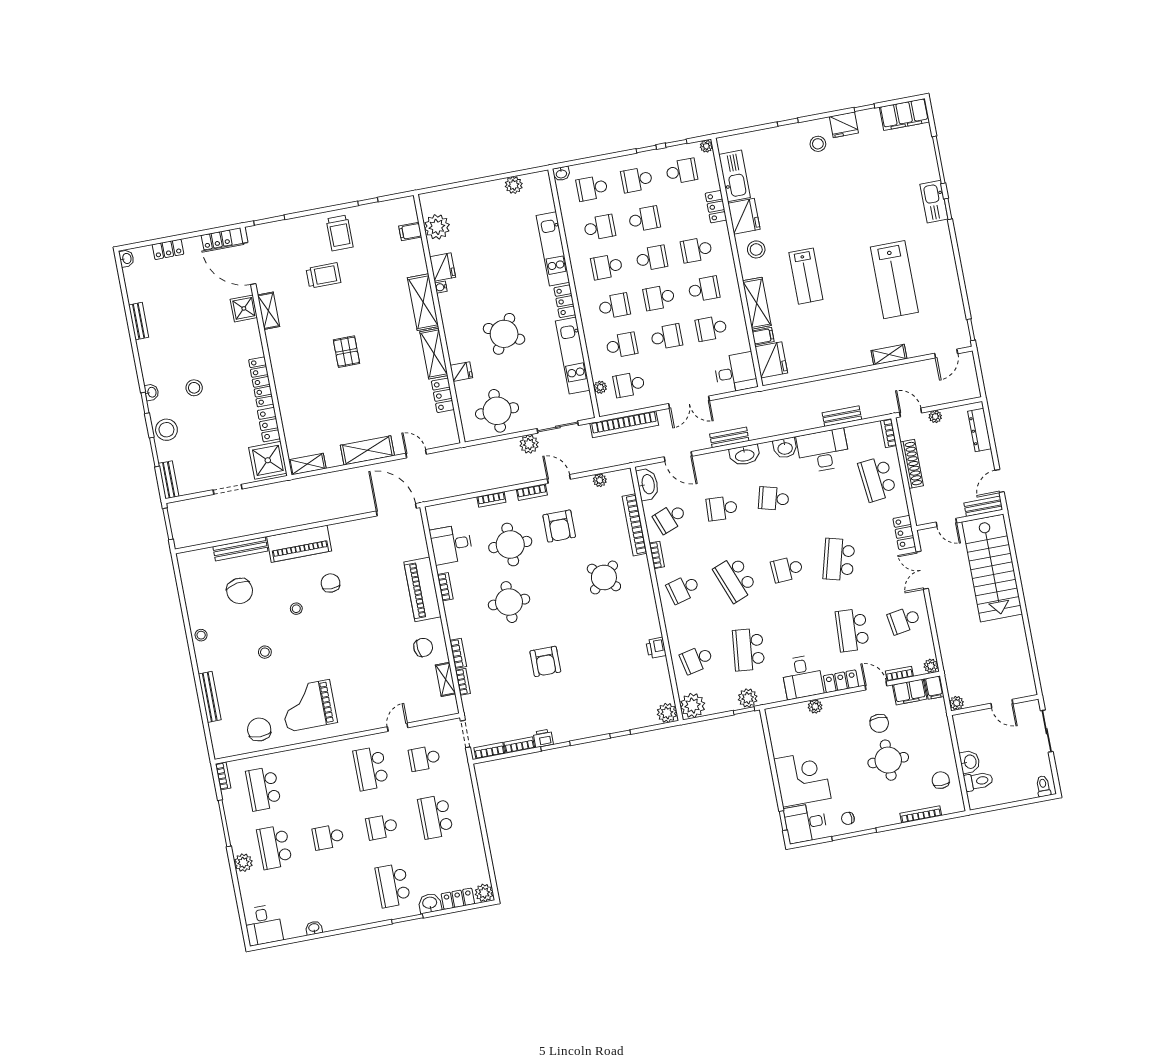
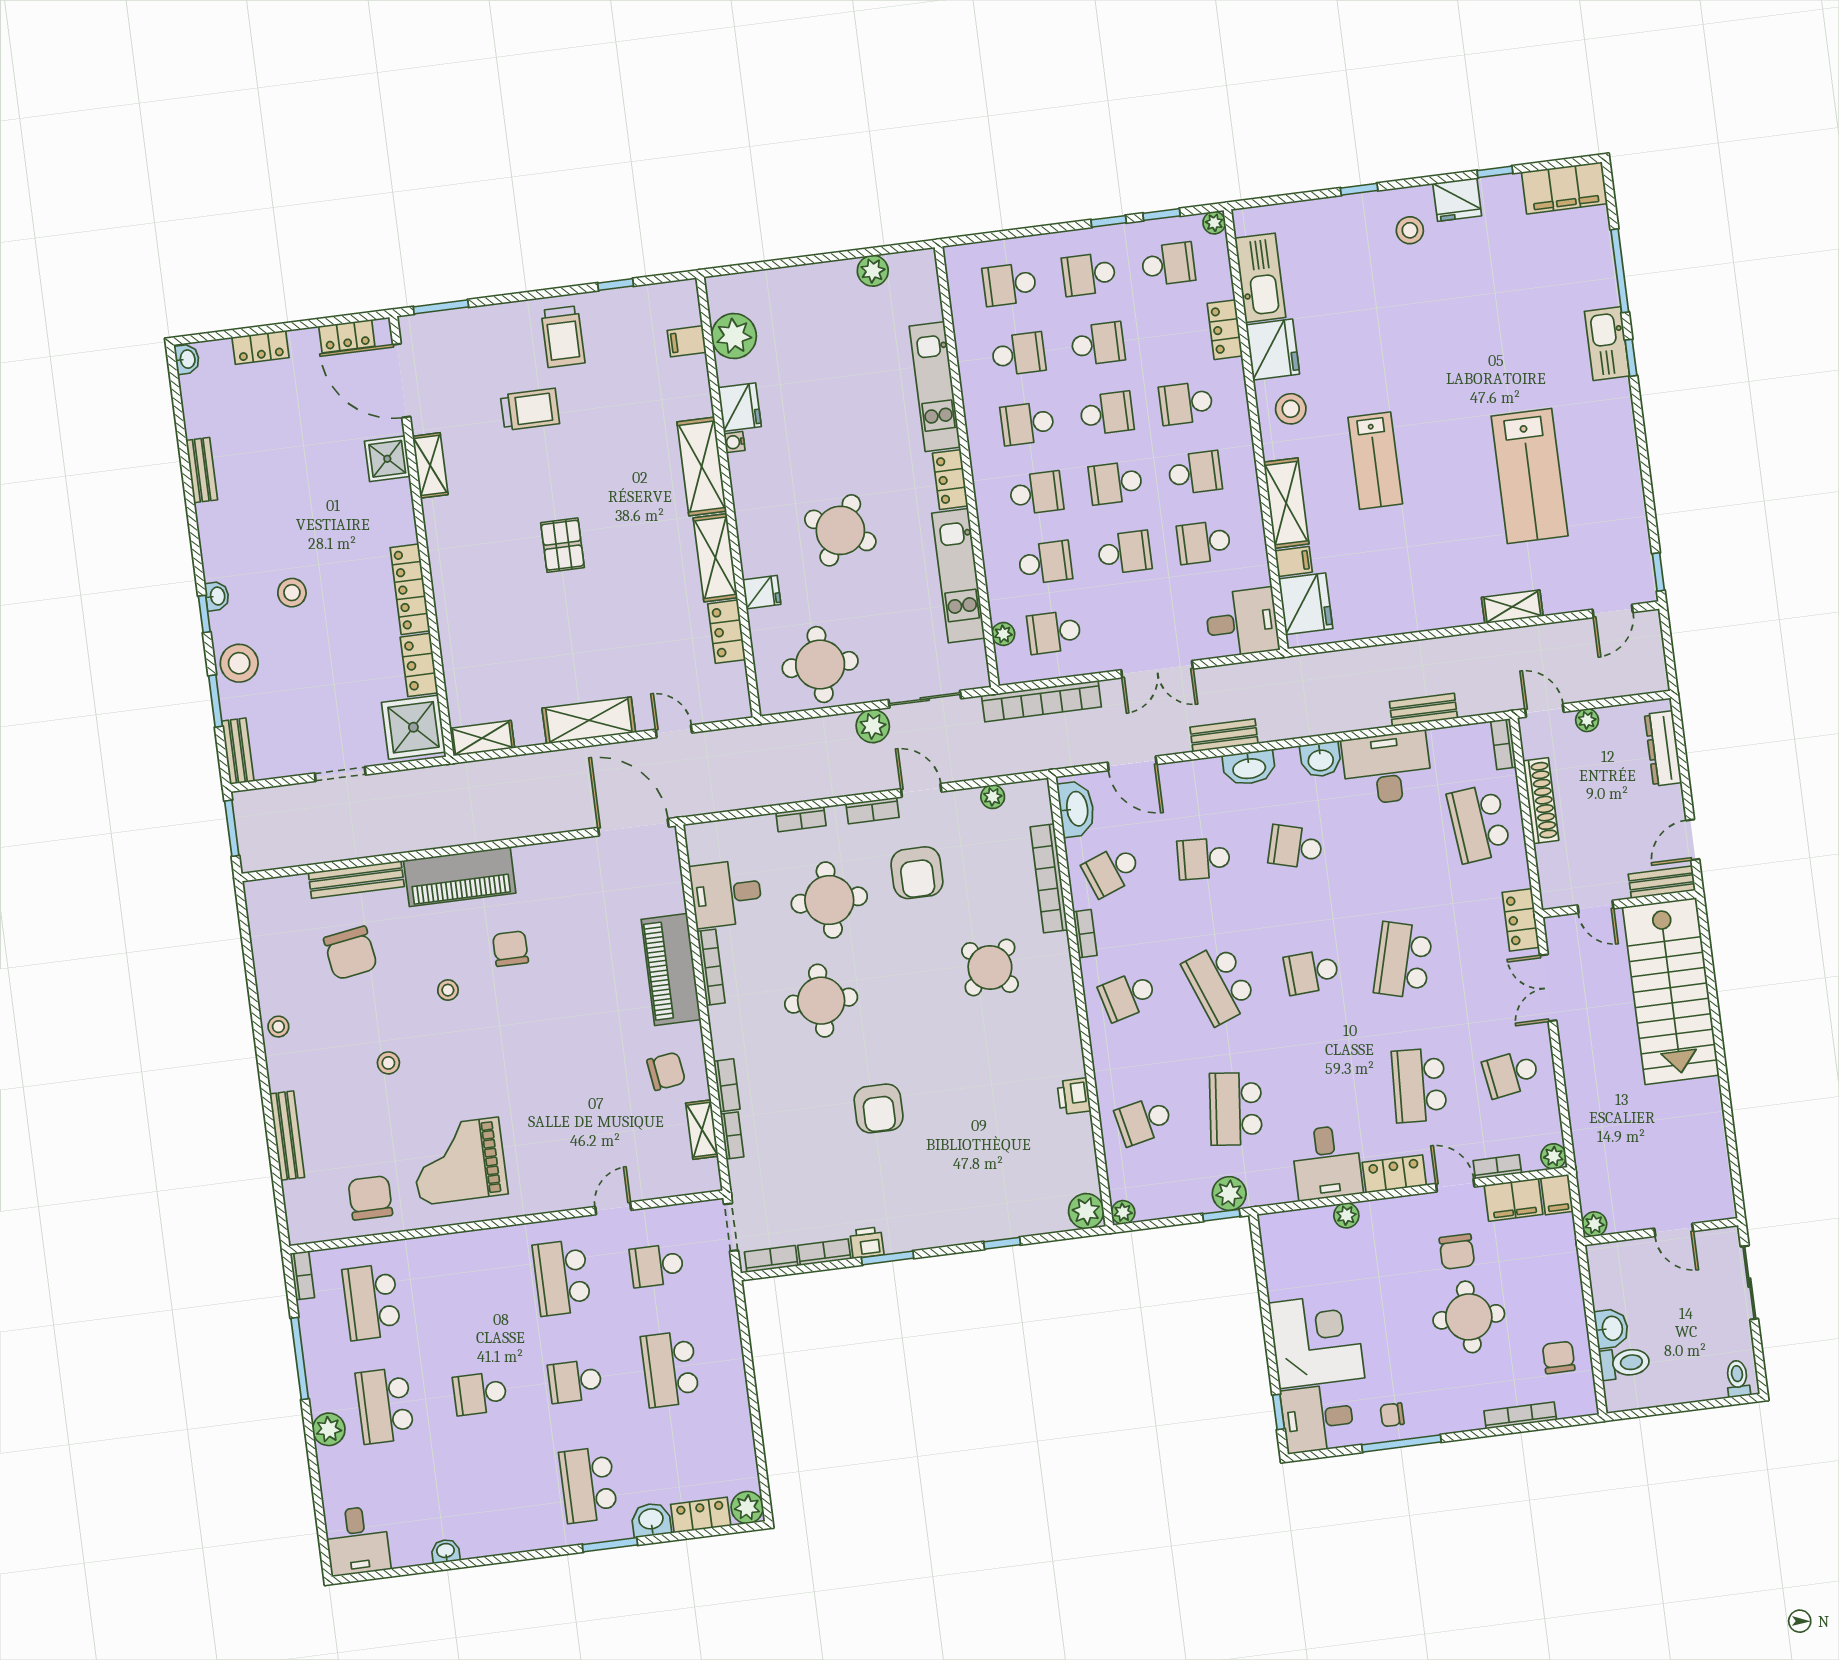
washbasin: (561, 174) -> (957, 256), removed
bookcase: (445, 587) -> (711, 967), width x1.56
plant: (693, 705) -> (1123, 1212), width x0.53, depth x0.53

